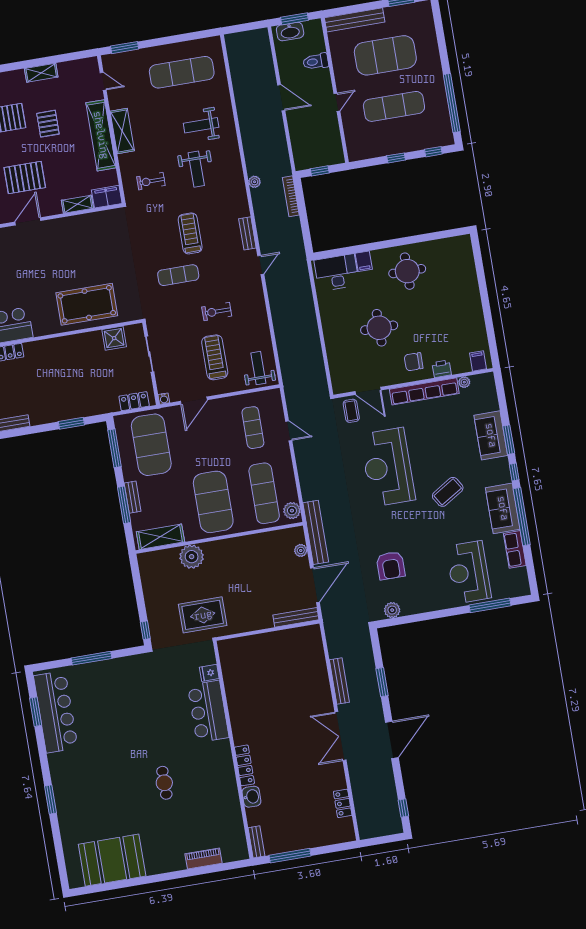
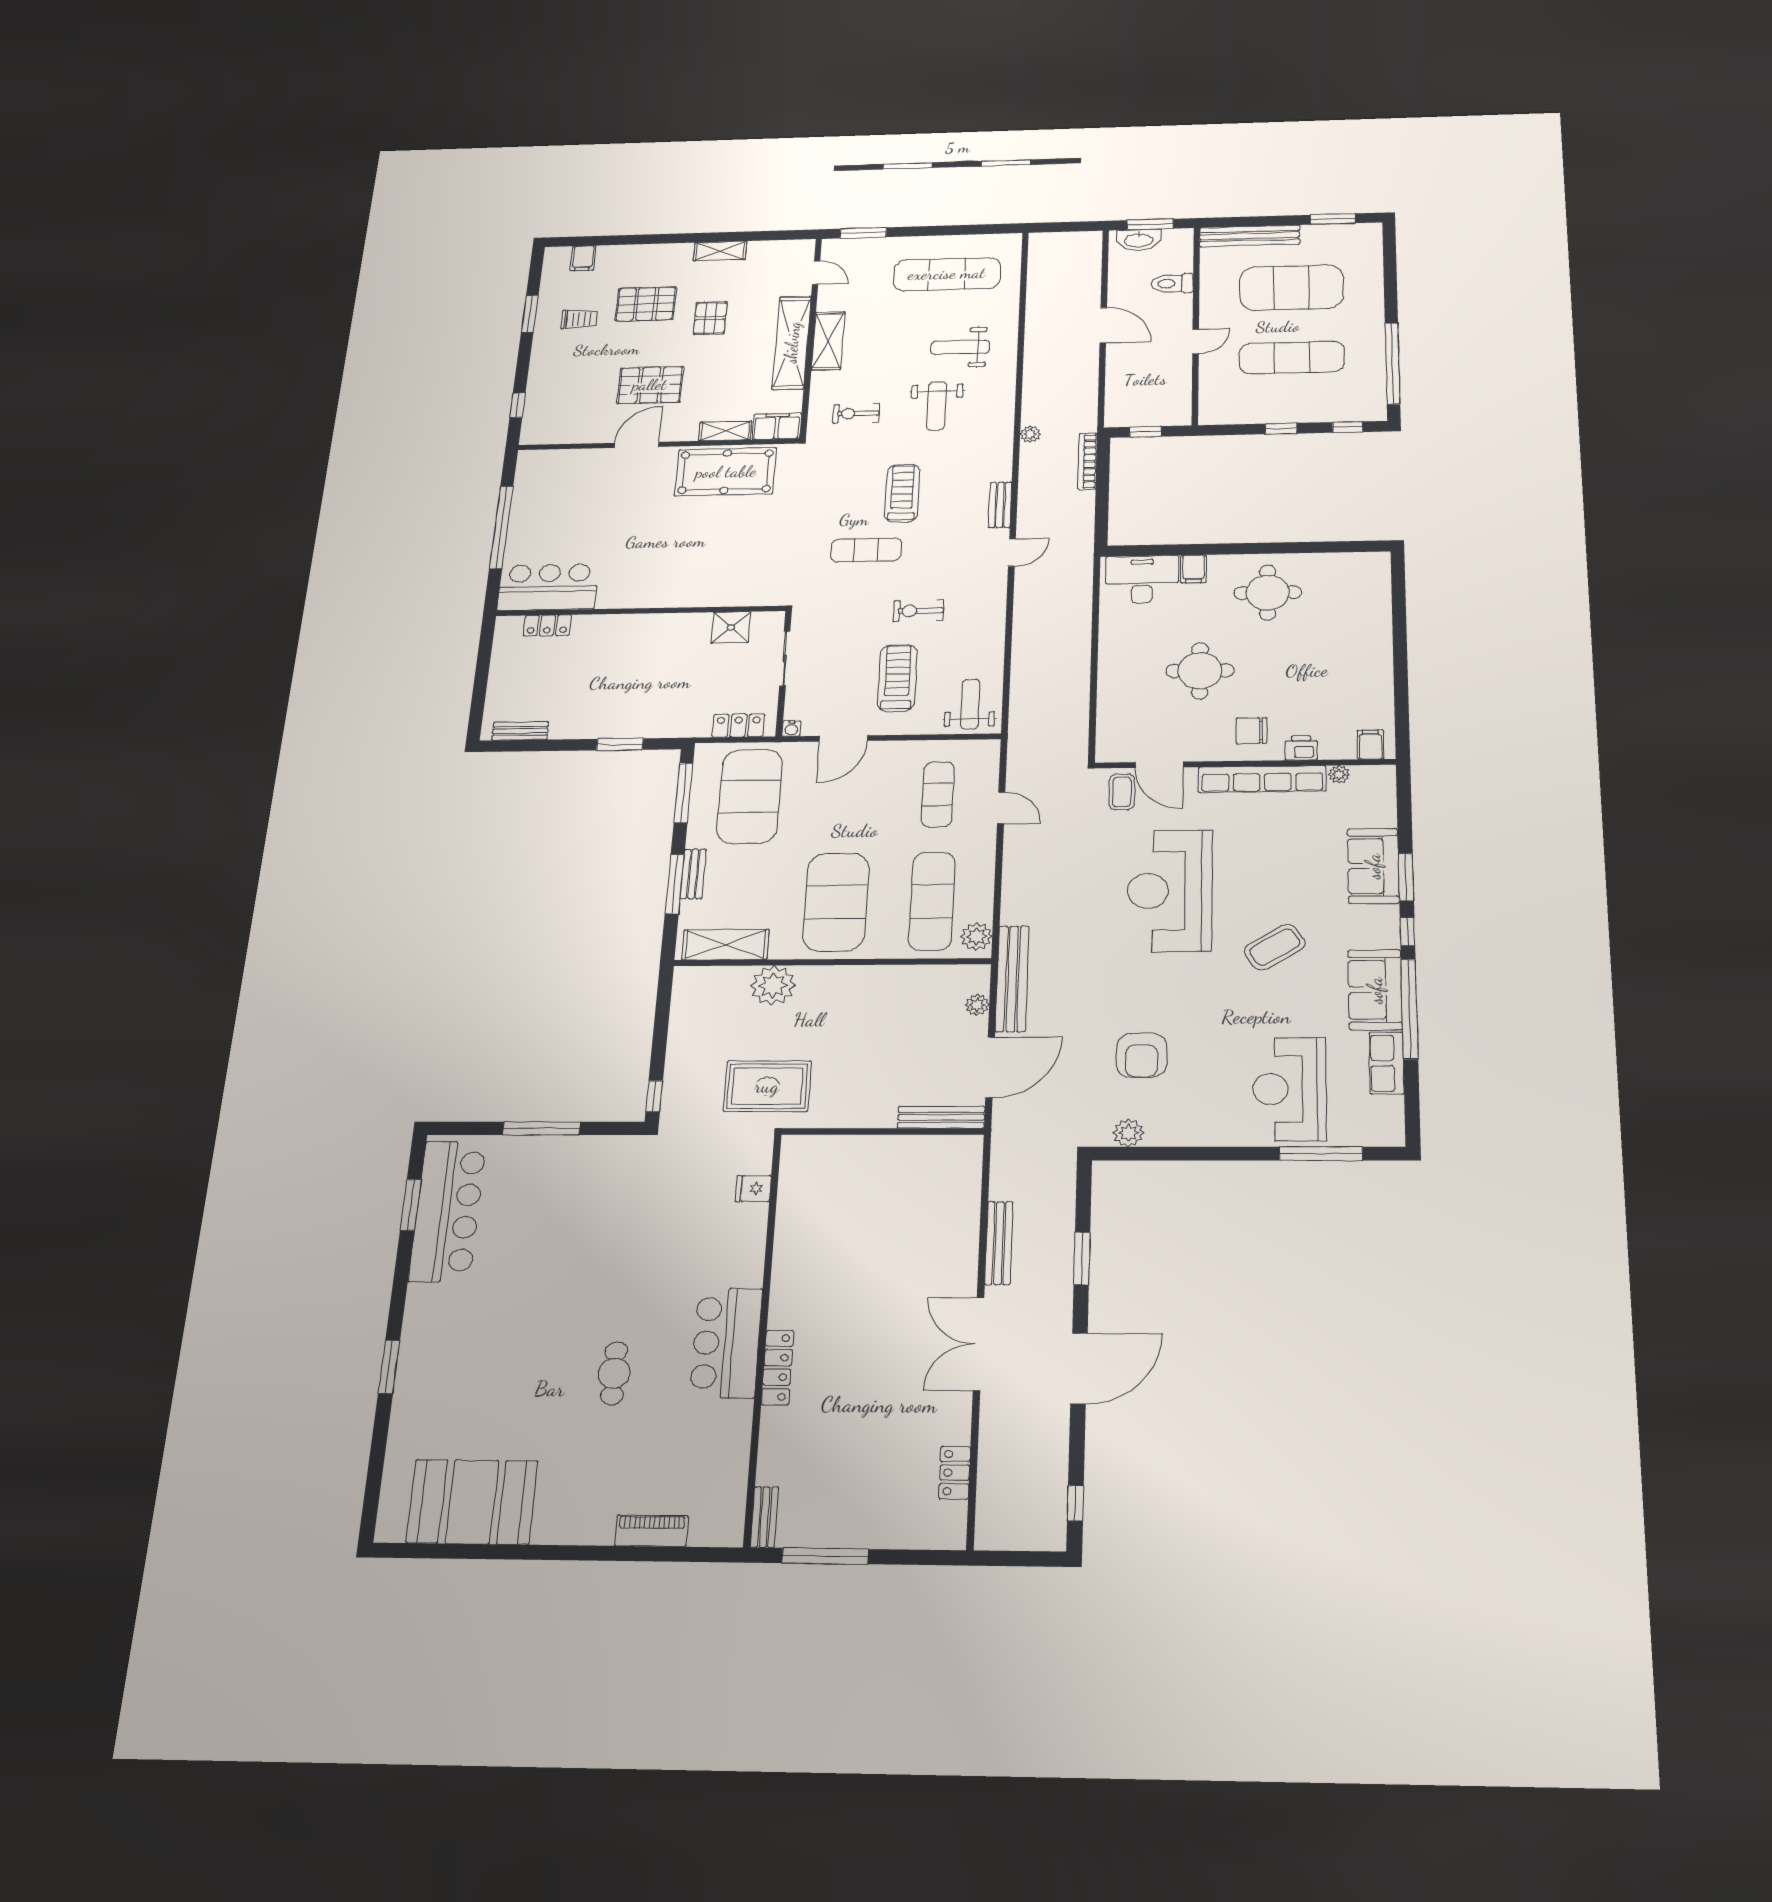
pool table: (87, 304) -> (726, 472), moved
bar counter: (208, 711) -> (726, 1343), moved
washbasin: (251, 797) -> (776, 1428), removed

